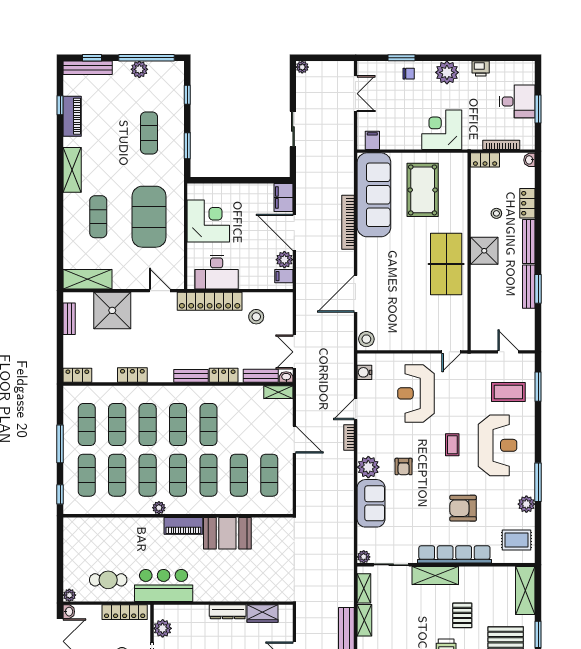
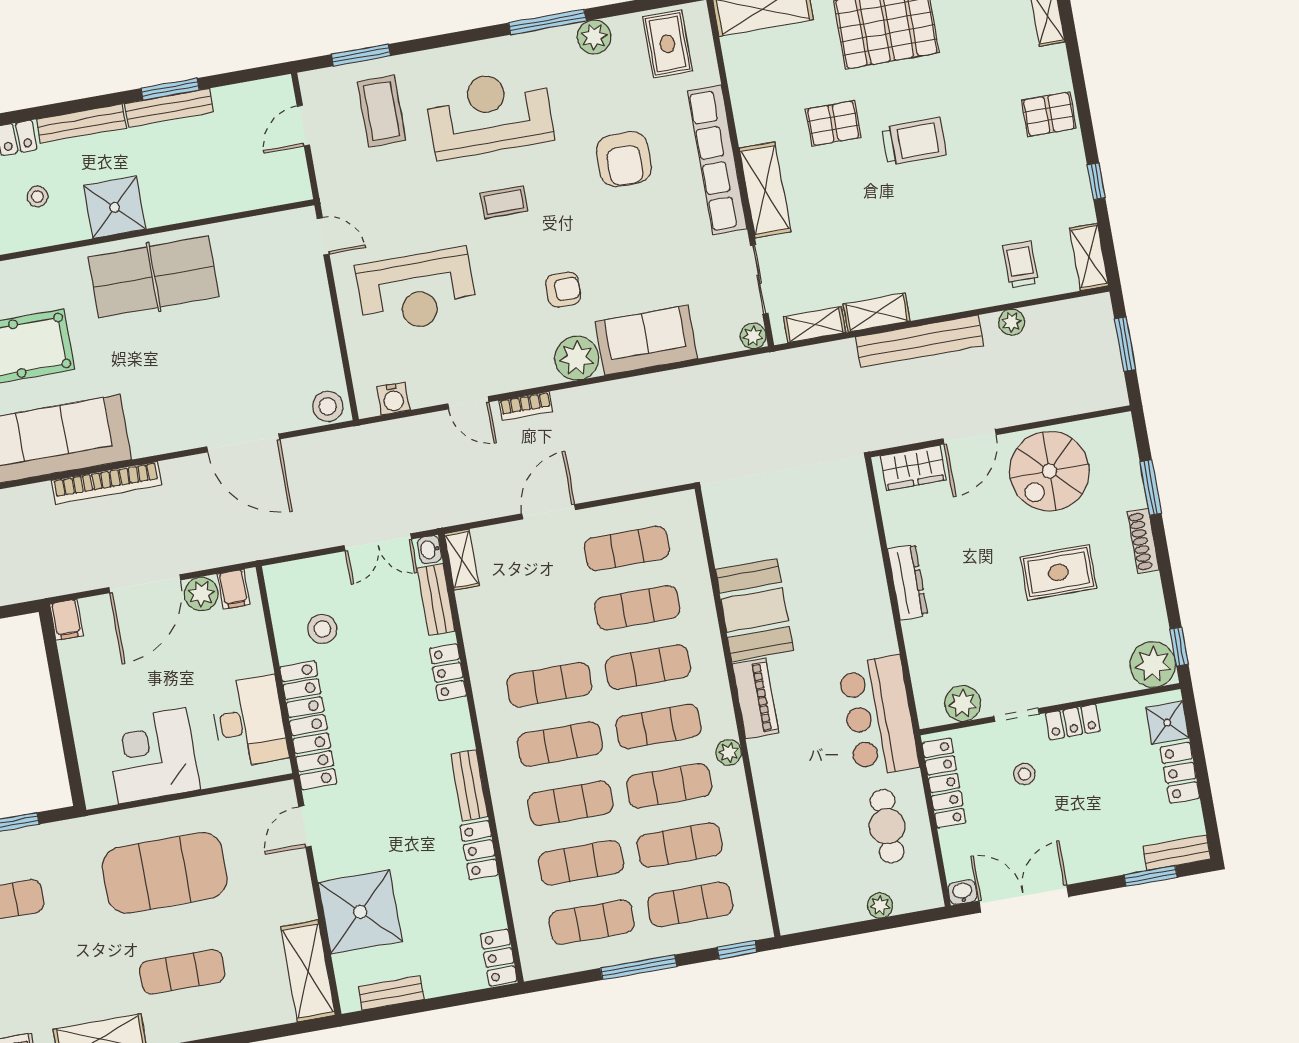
filing cabinet: (283, 197) -> (67, 620), width x0.50
bench: (191, 376) -> (469, 785), moved
plant: (69, 595) -> (880, 905), moved
wardrobe: (262, 613) -> (913, 468), moved, turned 90

